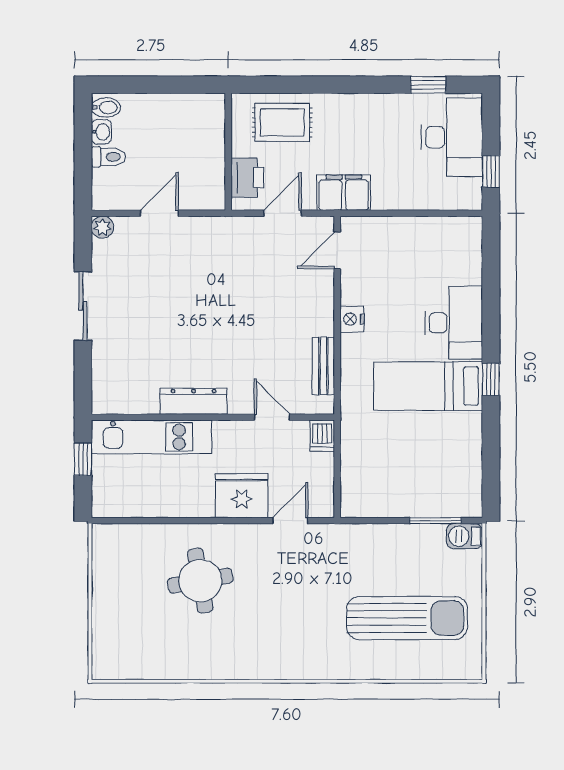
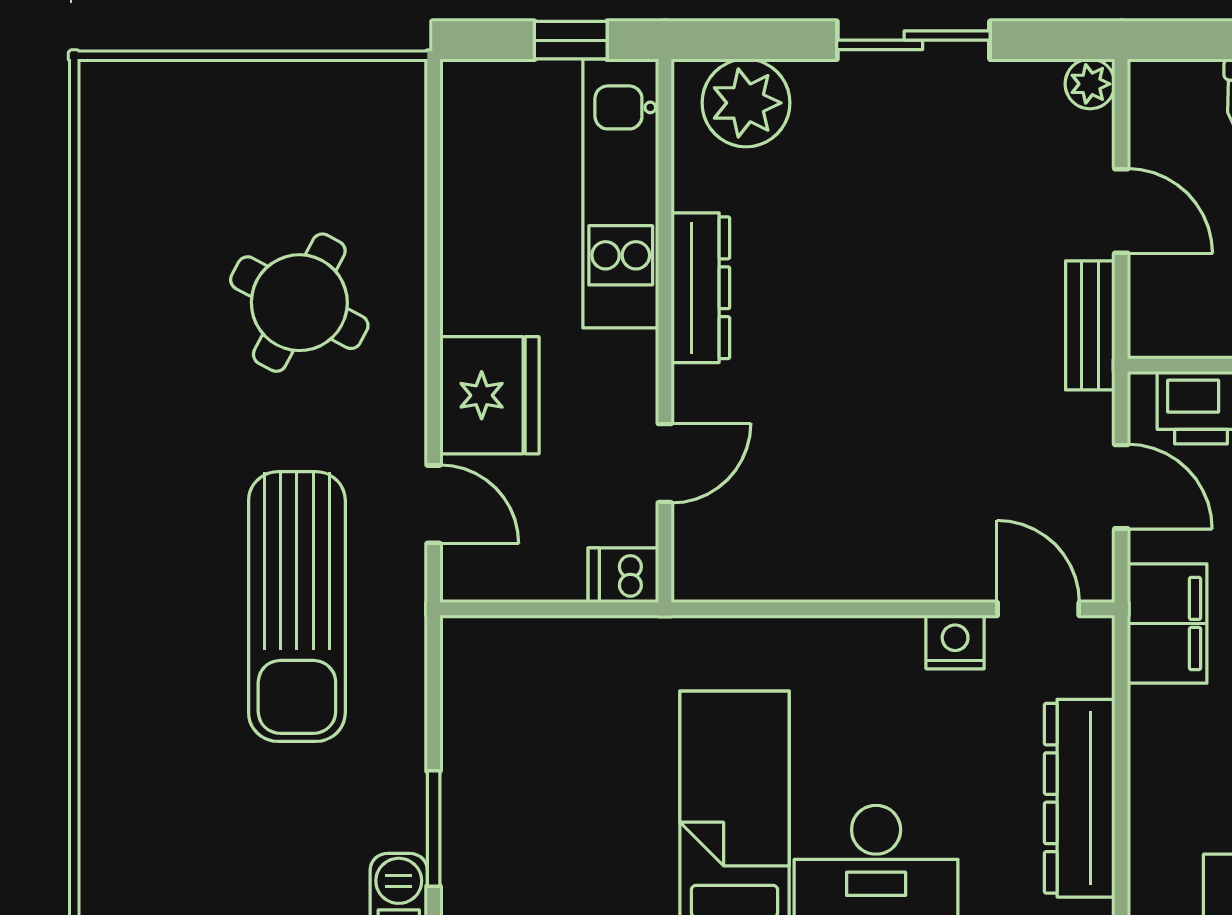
dresser: (422, 232) -> (1080, 798), added
nightstand: (352, 319) -> (955, 642), moved
bench: (323, 366) -> (1090, 325), moved, turned 90
plant: (111, 381) -> (746, 103), added
round table: (200, 581) -> (299, 303), turned 38
sun lounger: (407, 618) -> (297, 607), moved

